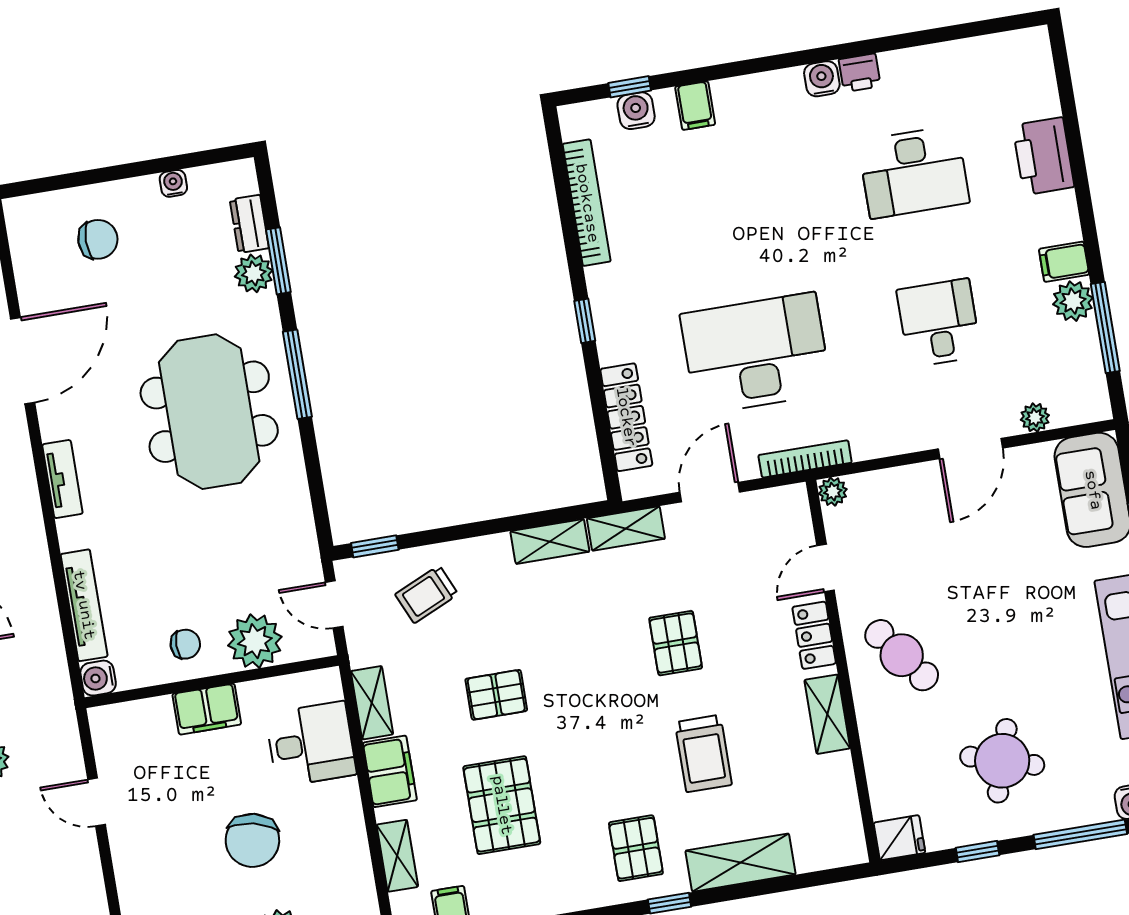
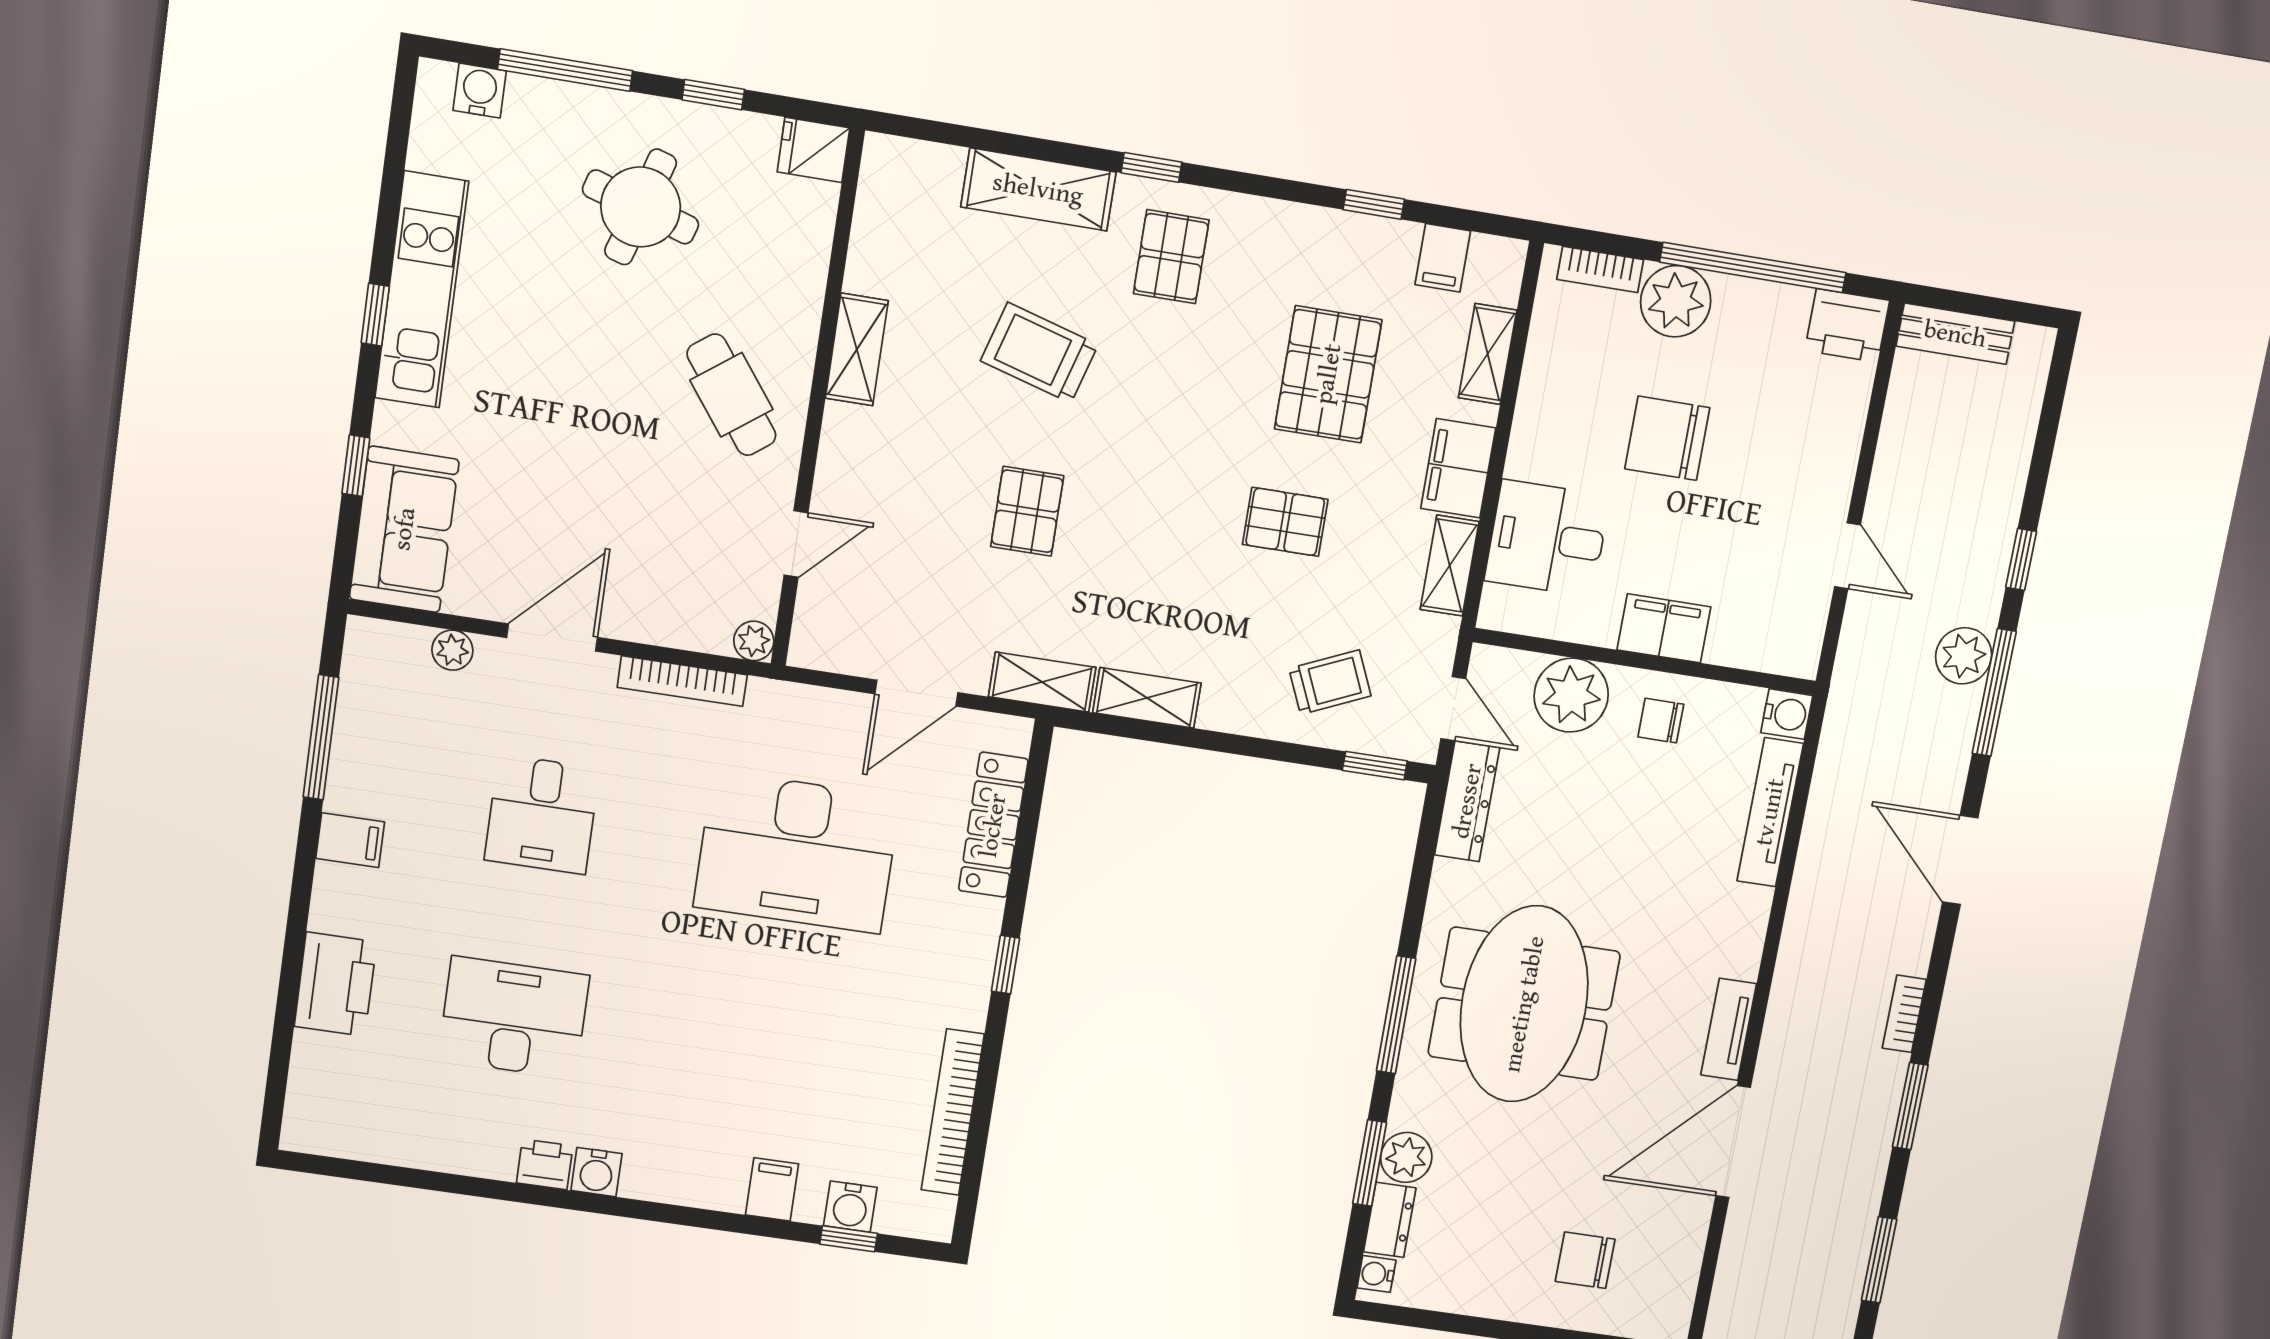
water cooler: (173, 183) -> (1376, 1274), moved, turned 90
plant: (1073, 301) -> (354, 786), removed
bookcase: (805, 459) -> (682, 681), moved
tv unit: (62, 479) -> (1729, 1029), moved
dresser: (301, 542) -> (1467, 801), added
locker: (814, 635) -> (840, 460), removed
trolley: (703, 753) -> (1039, 353), turned -74
chair: (252, 840) -> (1667, 438), turned -103

